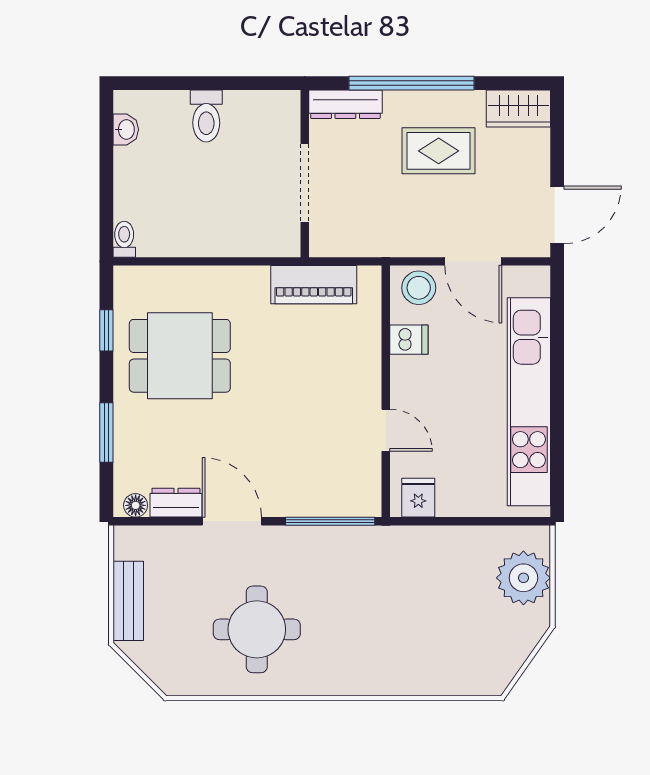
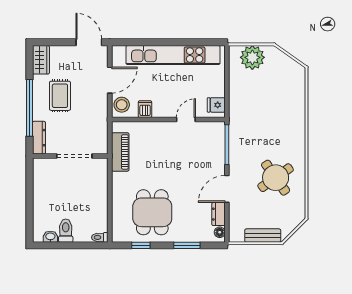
toilet: (206, 116) -> (66, 231), moved, turned -90
round table: (257, 629) -> (276, 178), turned -35

